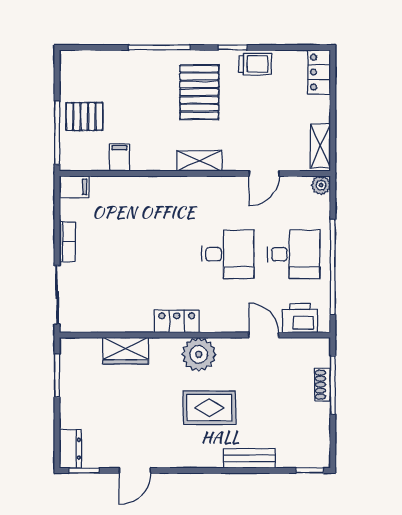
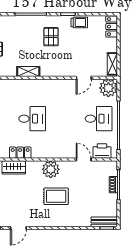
pallet: (199, 92) -> (51, 37), width x0.67, depth x0.71
filing cabinet: (119, 157) -> (11, 70), removed
shelving: (200, 161) -> (28, 71), moved
plant: (321, 185) -> (108, 88), width x1.88, depth x1.88
desk: (228, 254) -> (32, 119), moved
locker: (177, 321) -> (20, 153), moved
bench: (249, 458) -> (104, 222), moved

